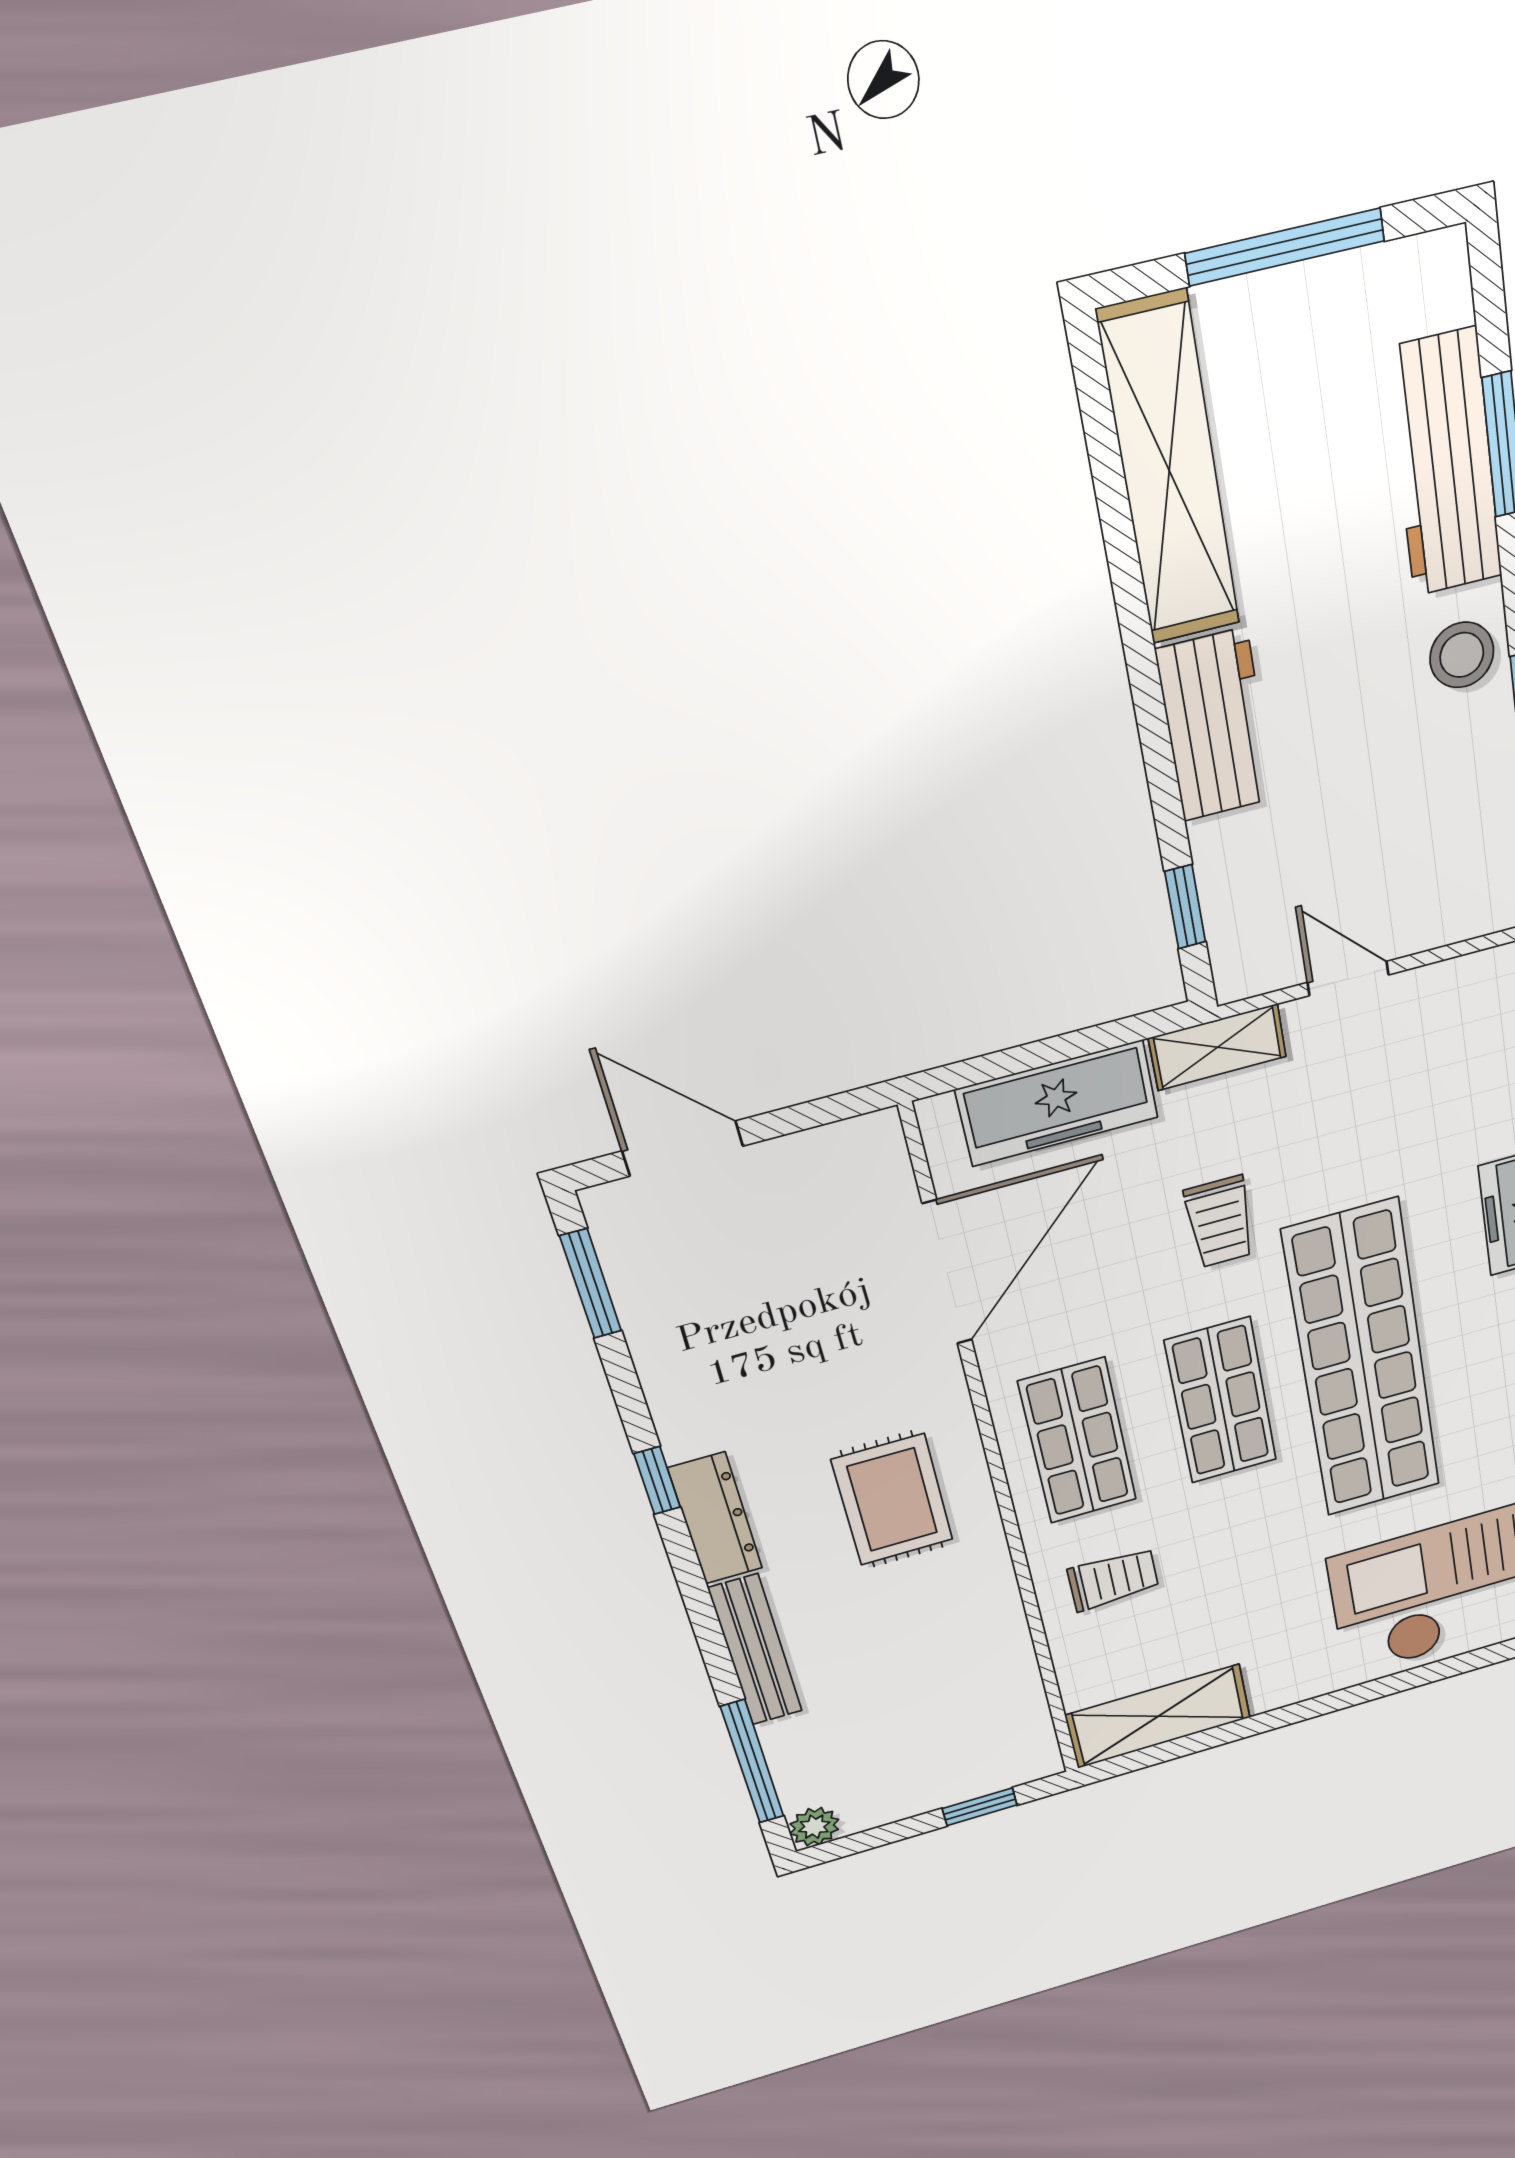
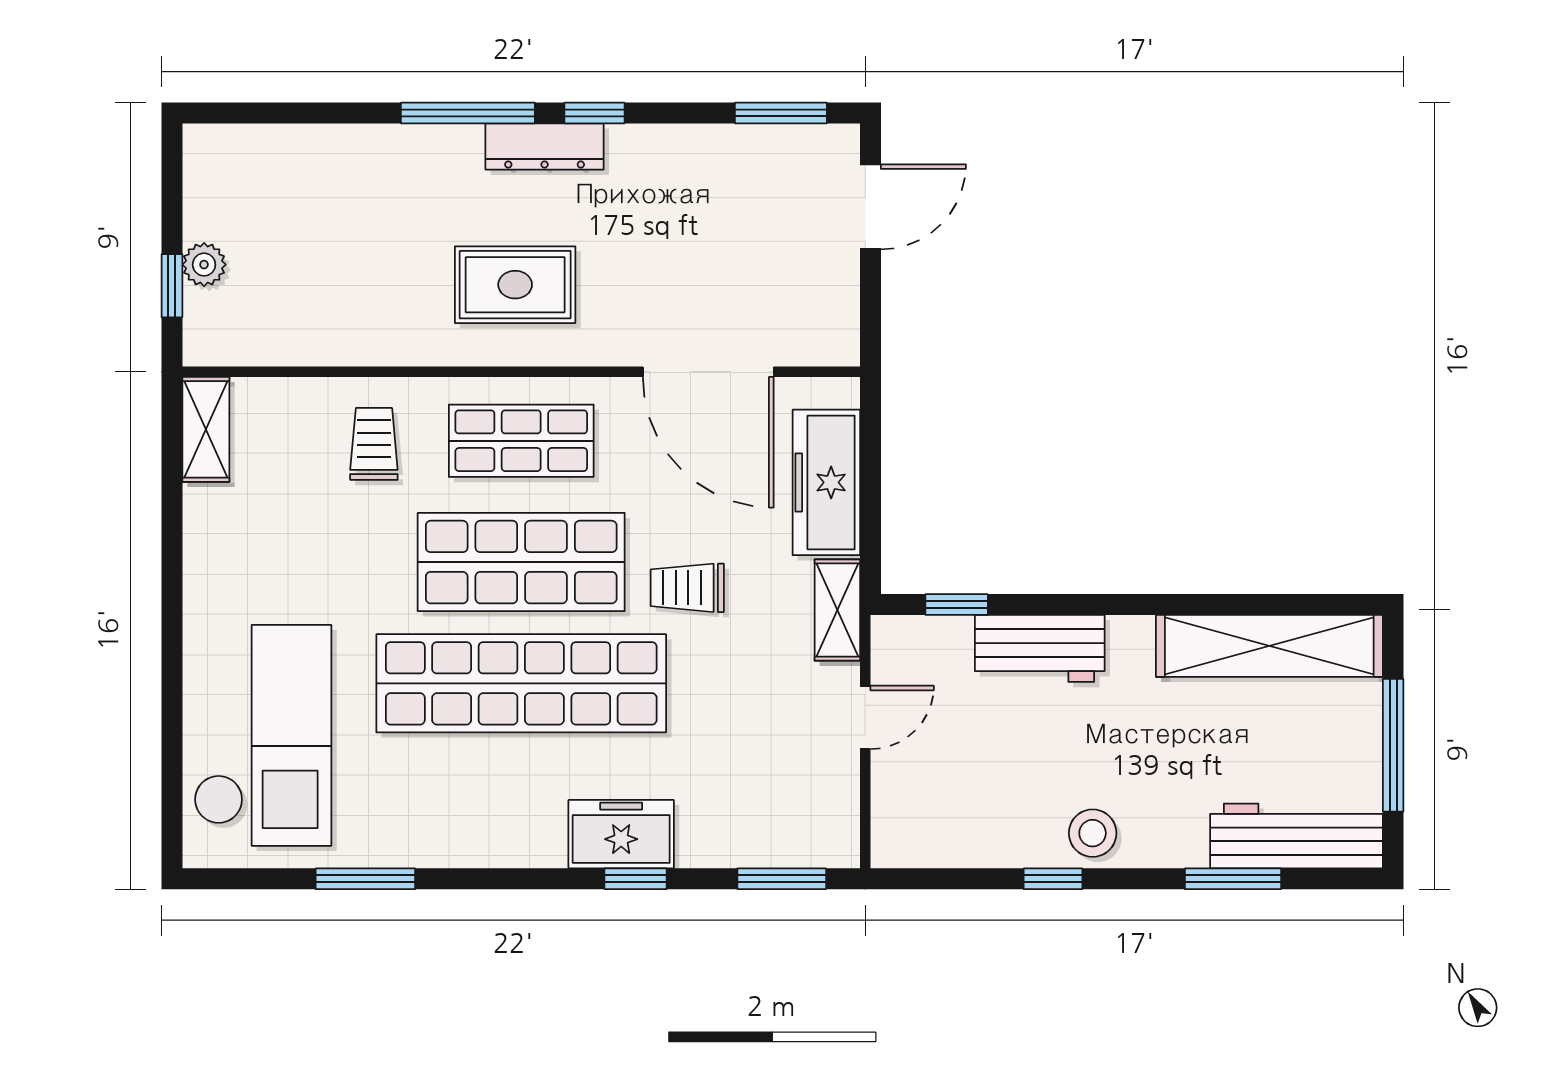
workbench: (1445, 464) -> (1296, 836), moved
workbench: (1215, 725) -> (1040, 648), moved
shop shelf: (1221, 1401) -> (521, 562), width x1.43, depth x1.36
trolley: (1113, 1579) -> (374, 444), turned 180
bench: (755, 1650) -> (407, 144), removed
shelving: (1158, 1716) -> (206, 429), width x0.67, depth x0.75
window: (752, 1762) -> (468, 113), moved
plant: (814, 1827) -> (204, 265), moved

